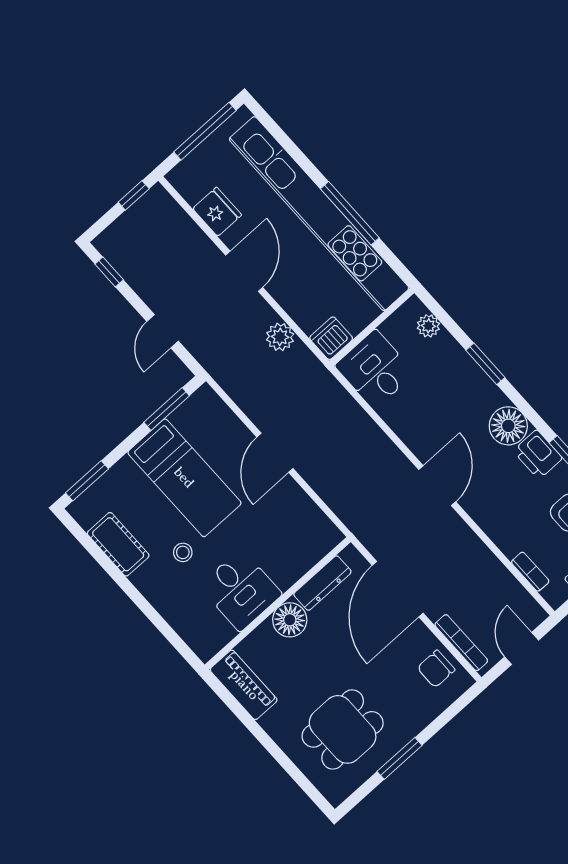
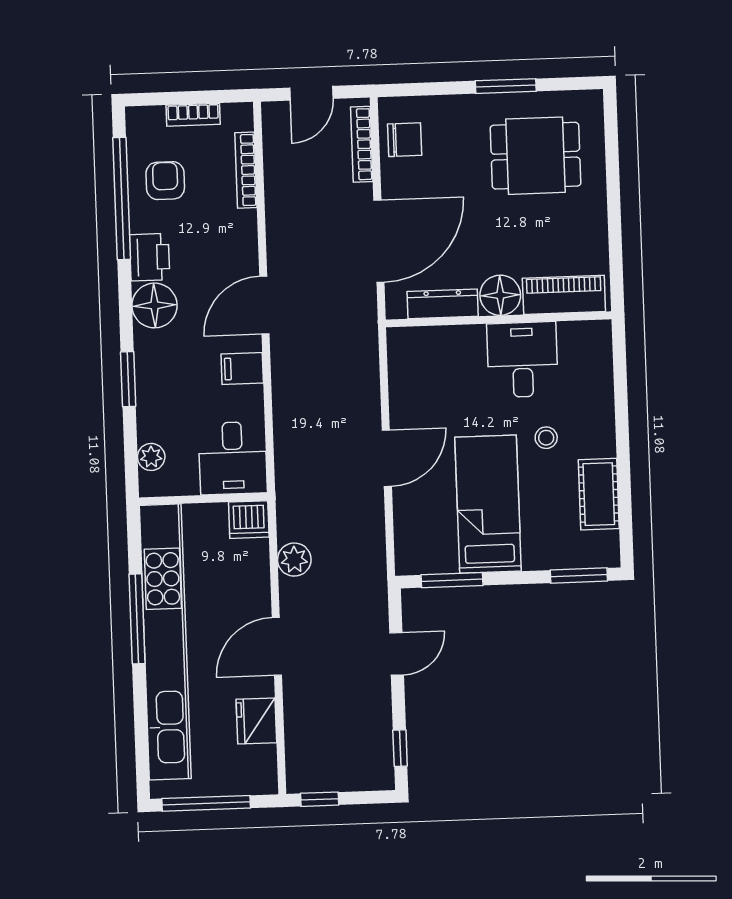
filing cabinet: (417, 433) -> (242, 368), added
bookcase: (530, 572) -> (246, 170), width x1.56
piano: (244, 685) -> (564, 295), moved, turned 90

